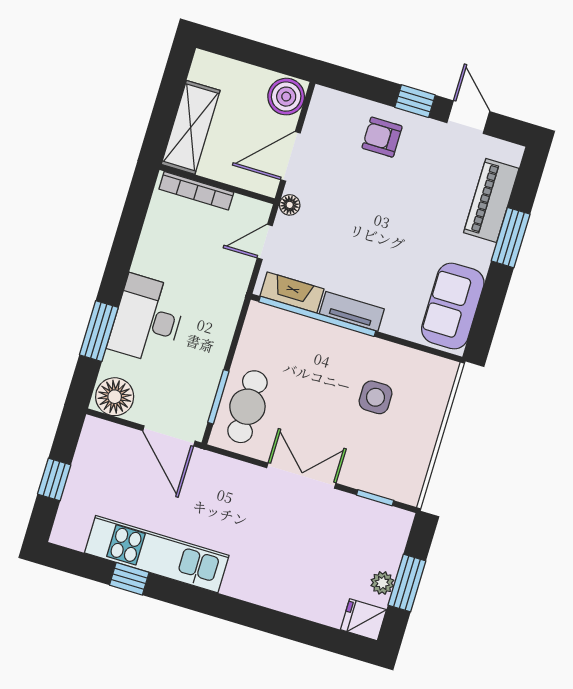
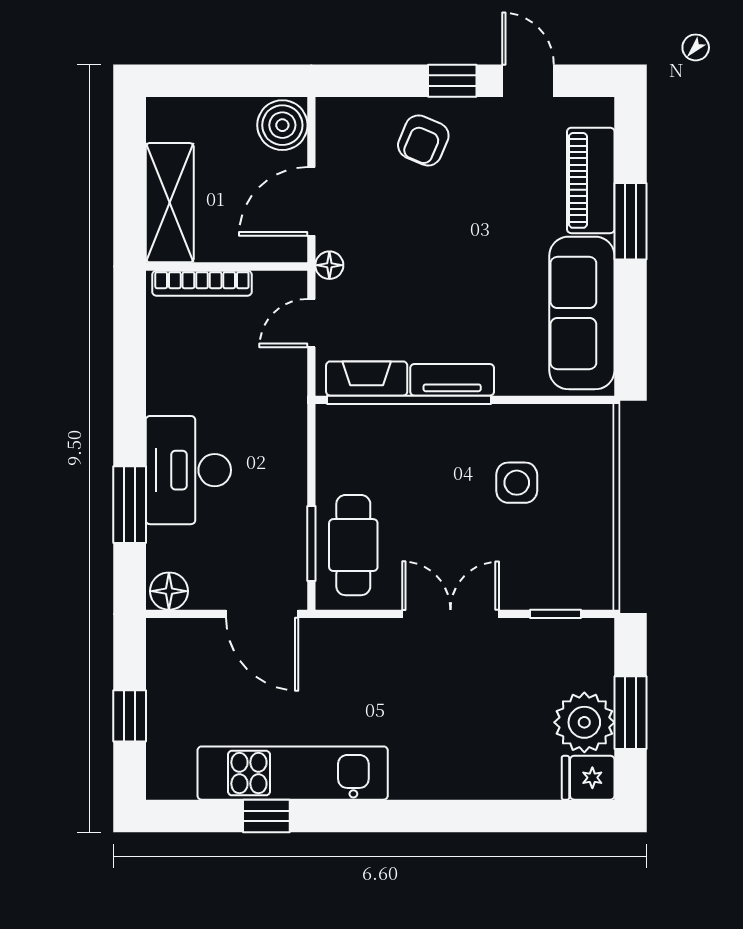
armchair: (382, 137) -> (423, 140), turned -67
sofa: (453, 306) -> (582, 313), width x1.36
floor lamp: (115, 397) -> (169, 591), width x0.73, depth x0.73
plant: (382, 583) -> (584, 722), width x1.88, depth x1.88

